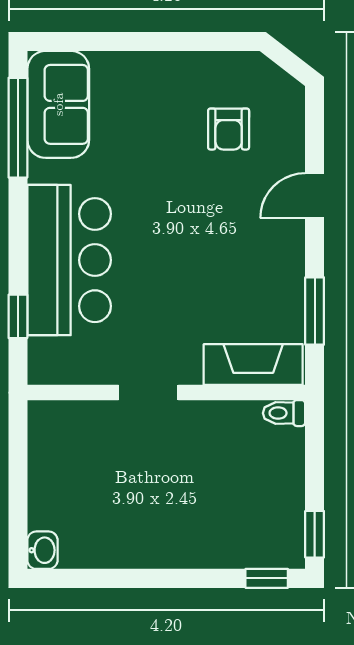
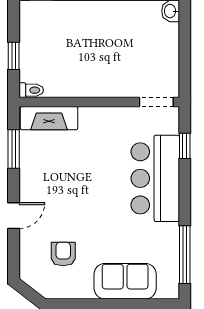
sofa: (58, 104) -> (125, 281), moved, turned 90
doorway: (148, 393) -> (156, 102), moved
window: (315, 534) -> (14, 56), moved

